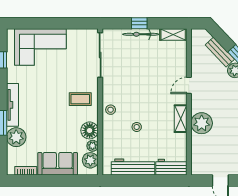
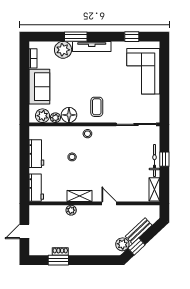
plant: (202, 123) -> (71, 210), width x0.53, depth x0.53
workbench: (133, 167) -> (36, 154), width x0.73

